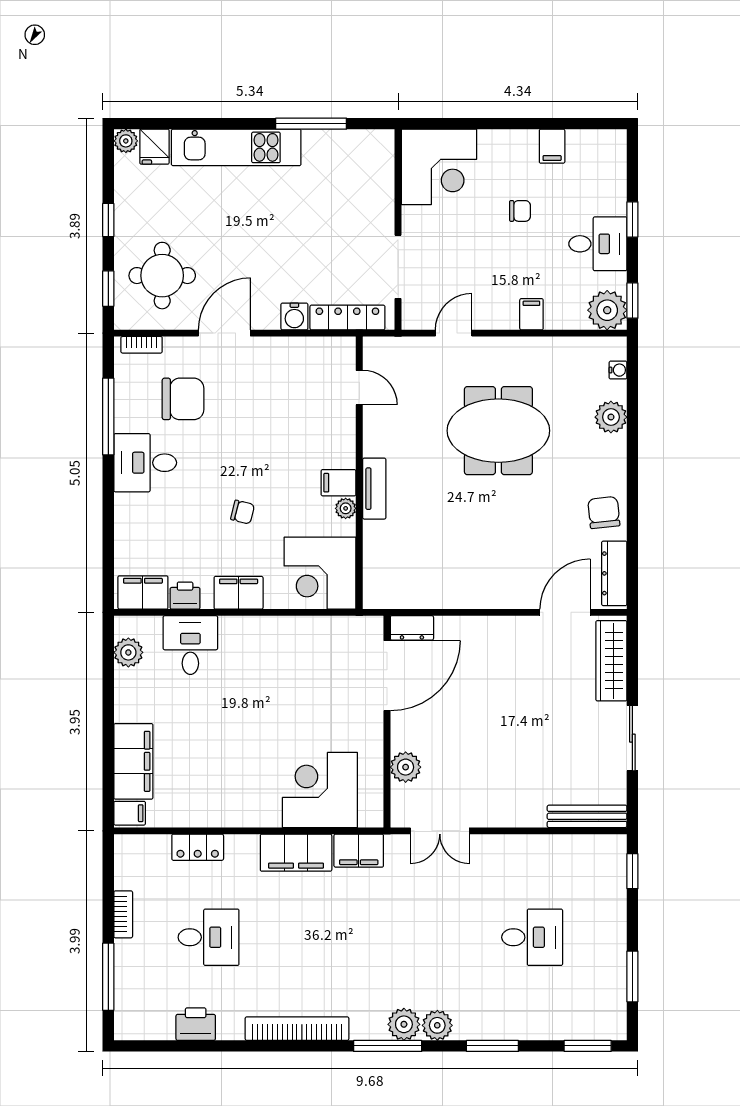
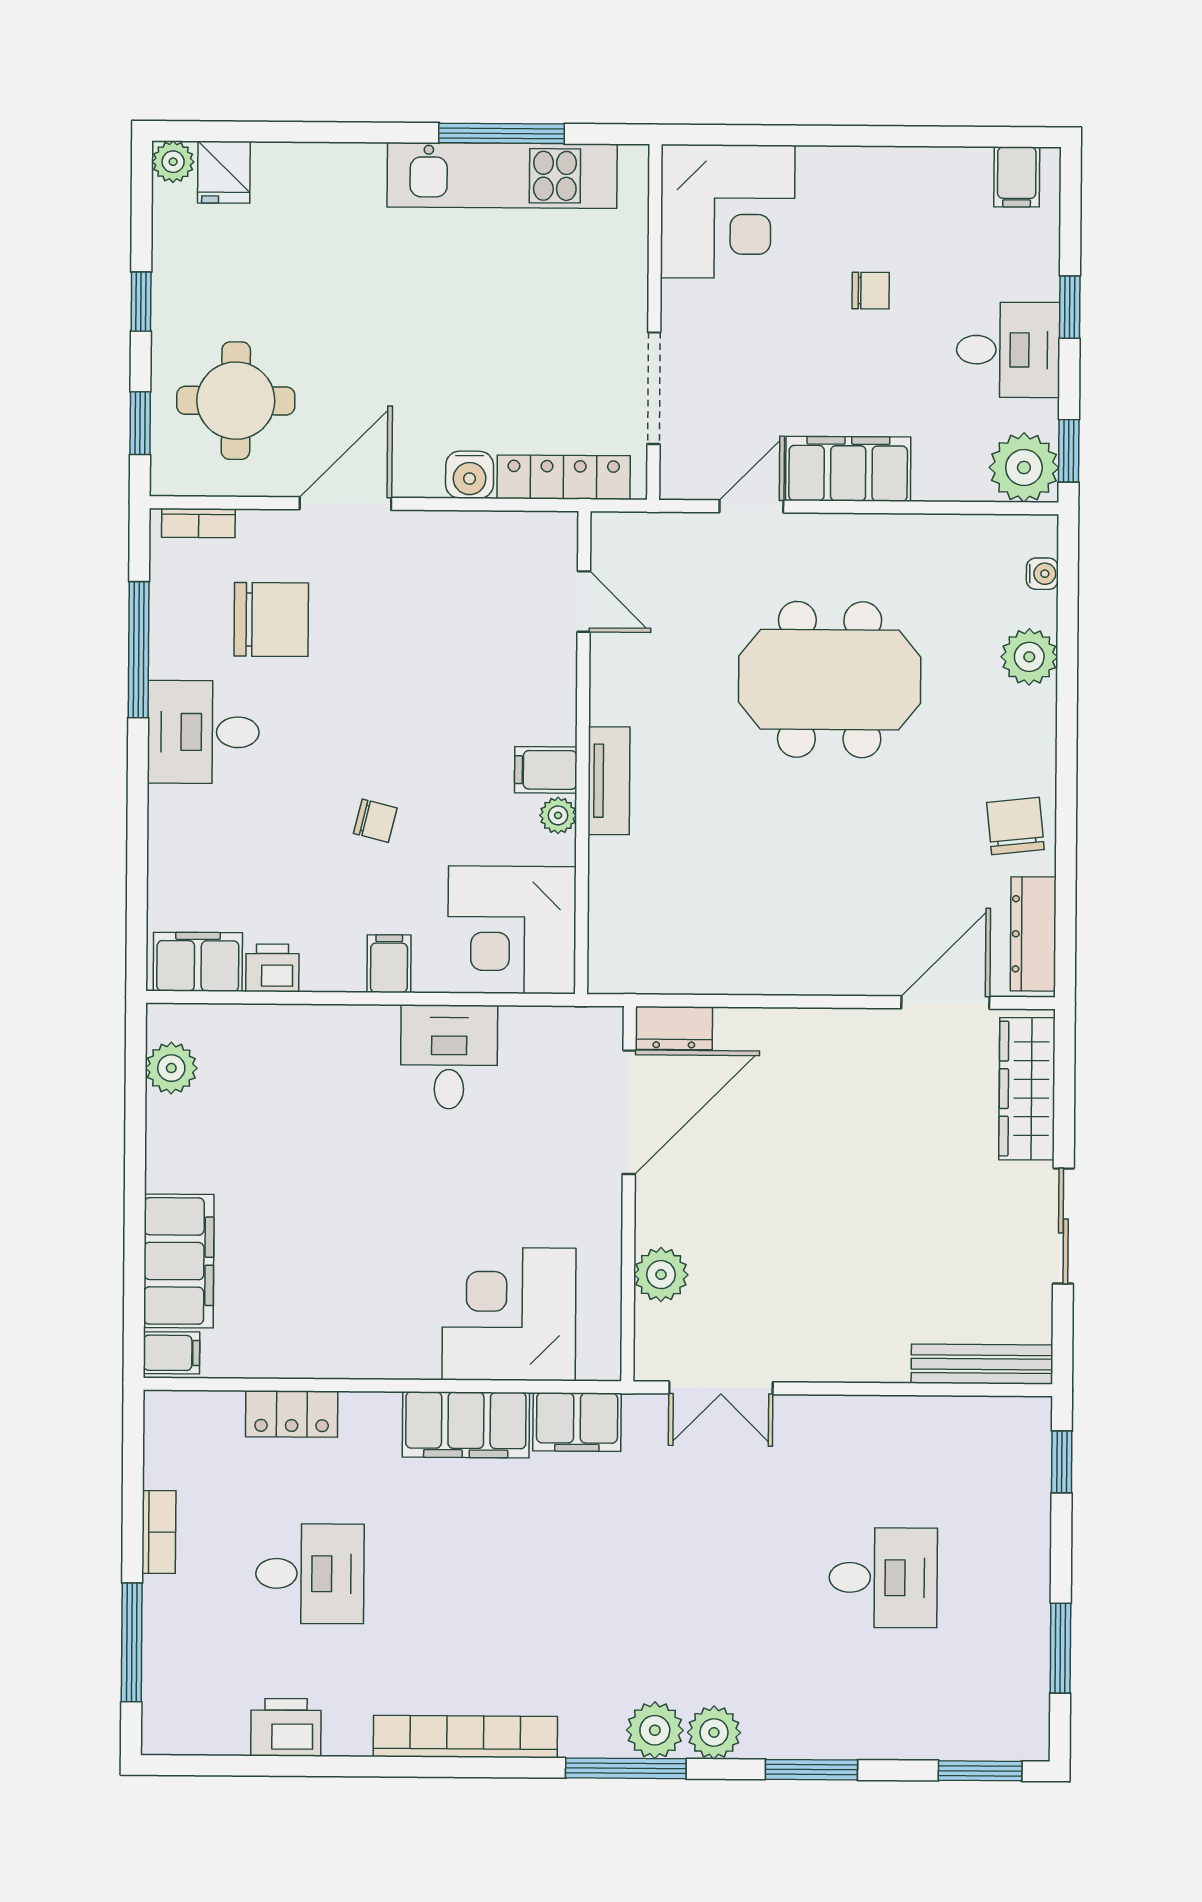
filing cabinet: (552, 146) -> (1017, 177), moved
kitchen unit: (236, 147) -> (502, 175), moved
filing cabinet: (531, 314) -> (848, 469), width x3.00, depth x1.17
filing cabinet: (239, 593) -> (389, 964), width x0.50
desk: (190, 645) -> (449, 1057), moved

